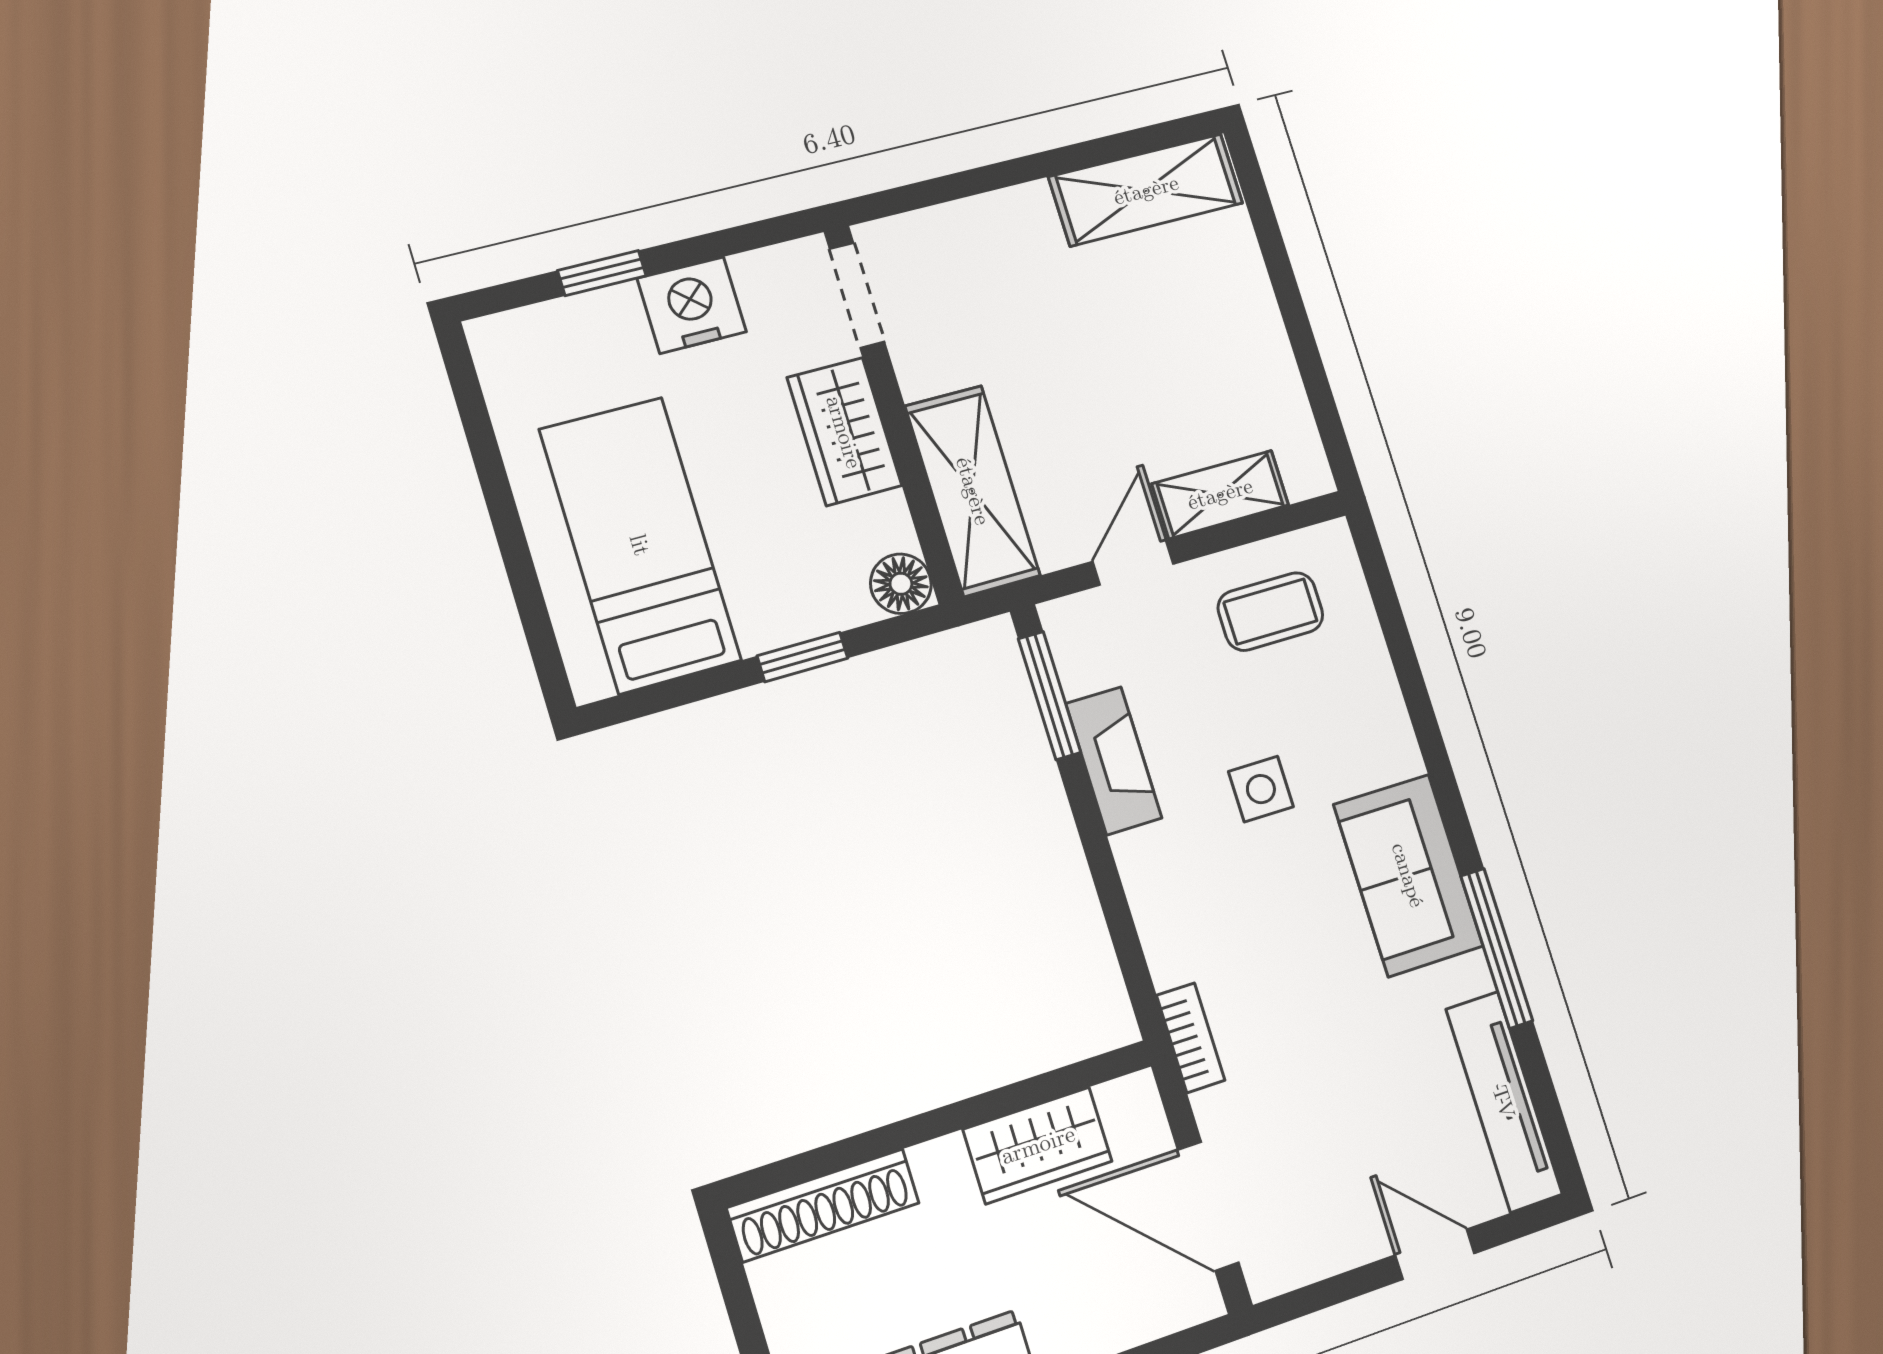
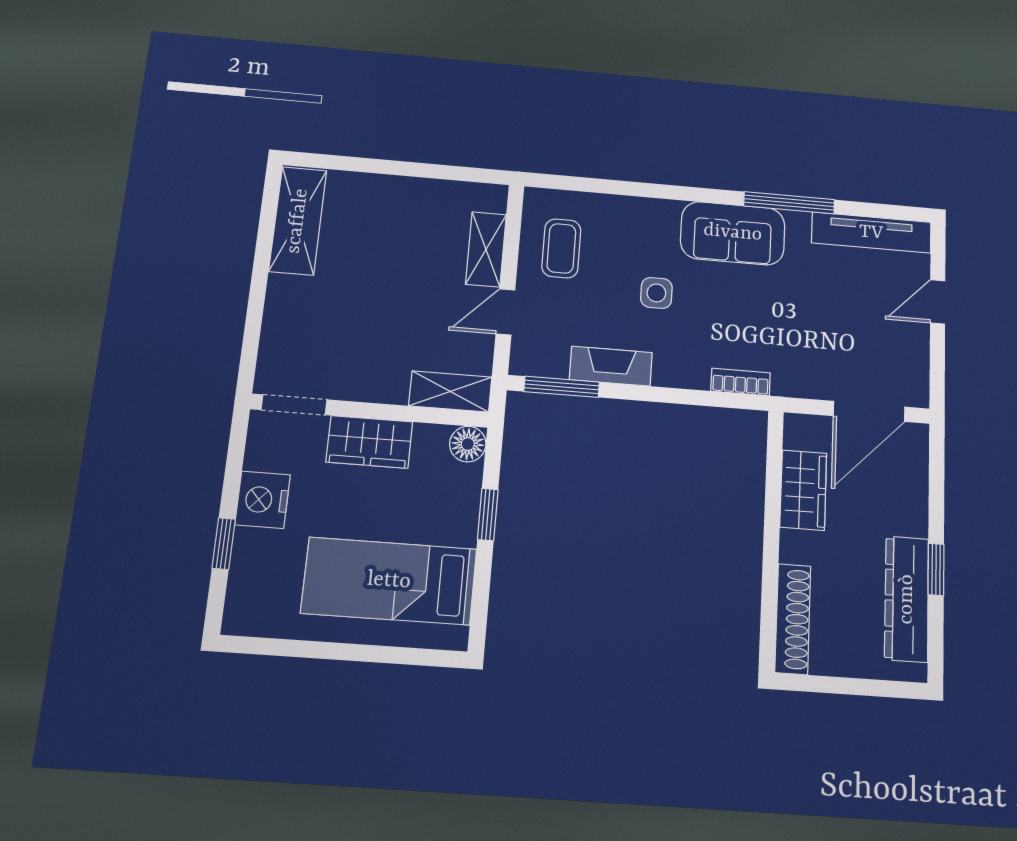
shelving: (973, 491) -> (450, 391), width x0.67, depth x0.75
door: (1133, 563) -> (506, 312), hinge flipped
bookcase: (1191, 1038) -> (741, 382), moved

